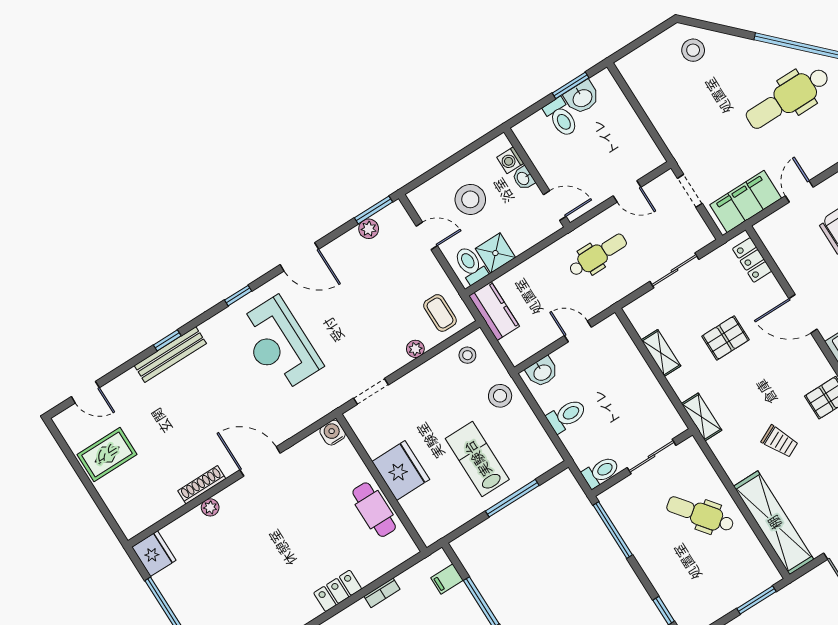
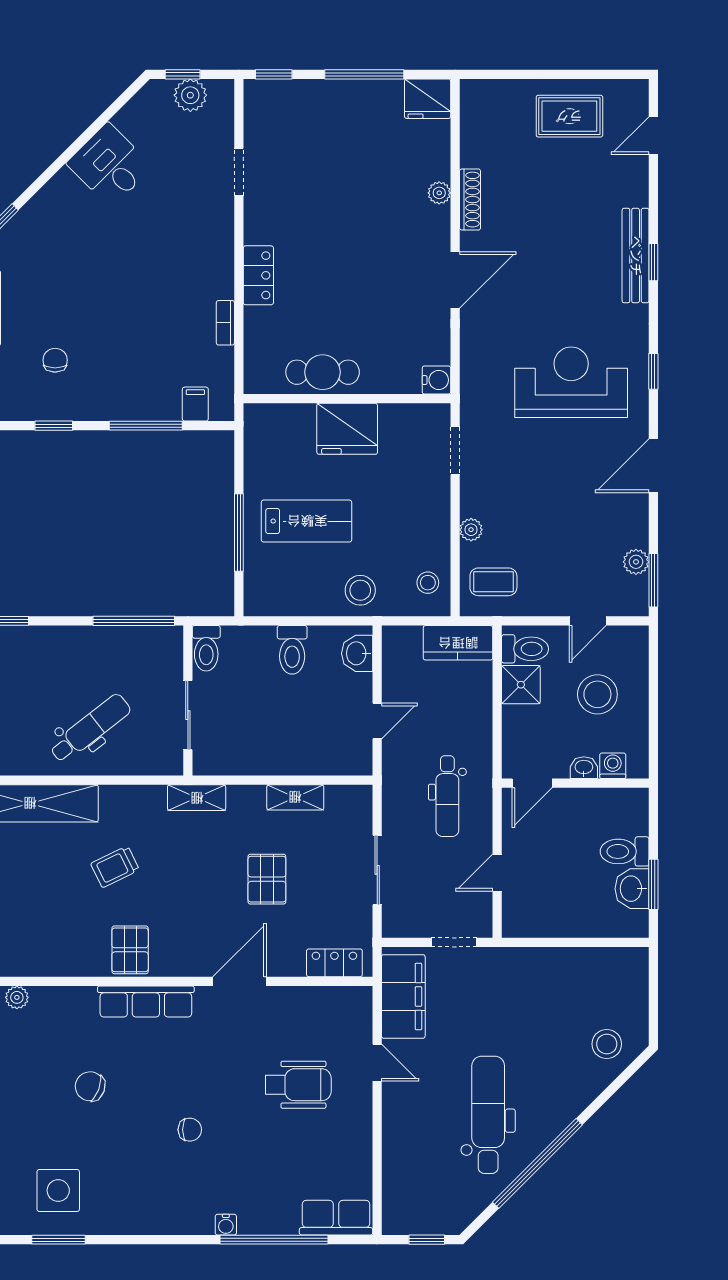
rug: (107, 454) -> (569, 116), turned 90

